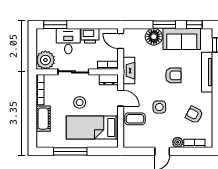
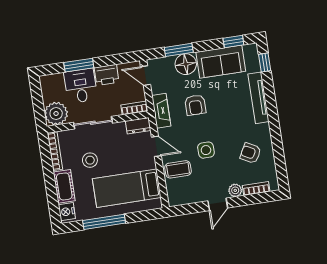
window: (55, 25) -> (79, 65), moved
window: (164, 25) -> (179, 50), moved
armchair: (173, 75) -> (195, 105), moved, turned 90
stool: (80, 102) -> (90, 160), moved
nightstand: (42, 139) -> (67, 212), added

